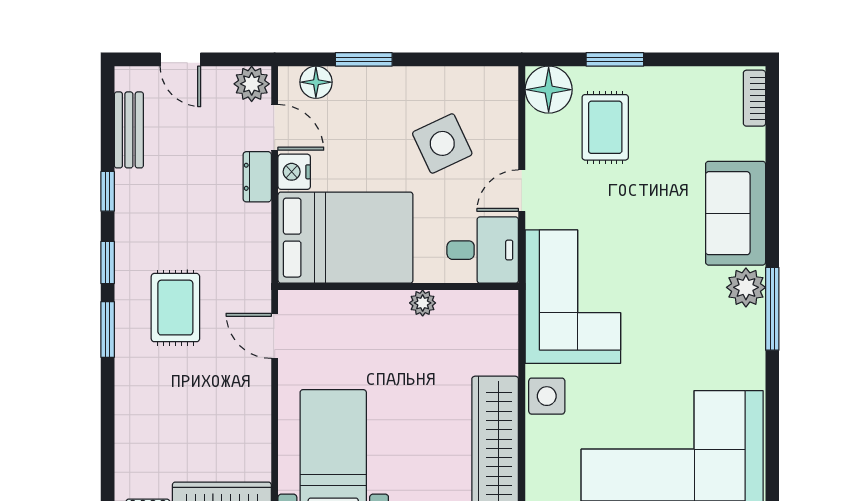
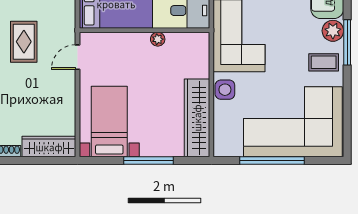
door: (275, 336) -> (78, 57), hinge flipped
coffee table: (729, 346) -> (324, 62), added

